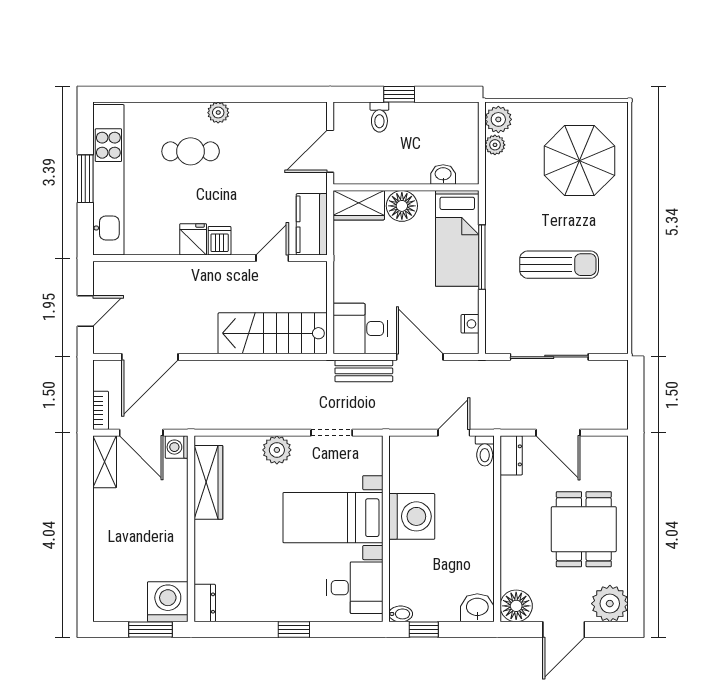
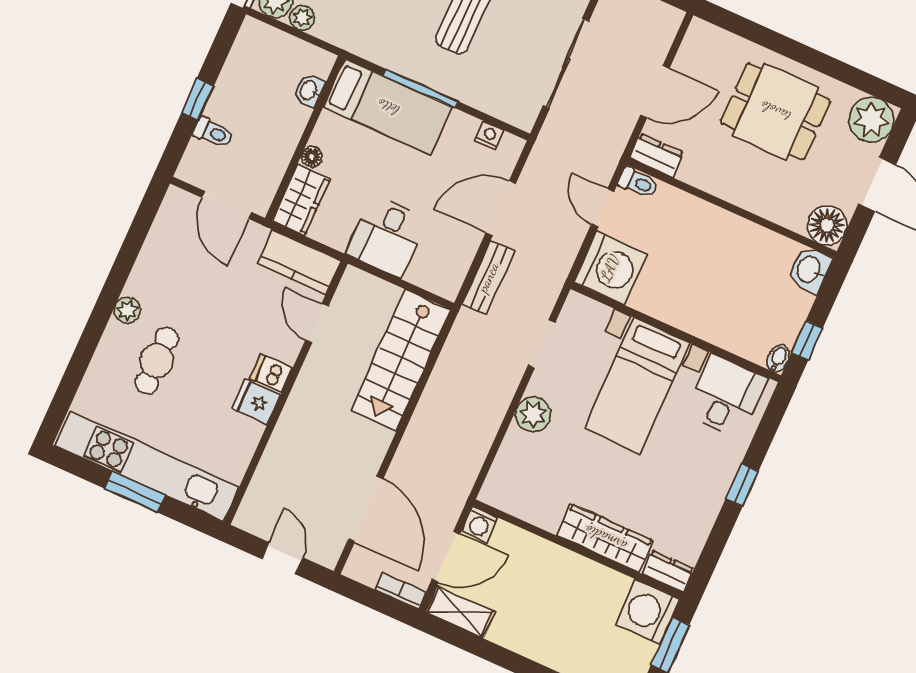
floor lamp: (402, 206) -> (312, 157), width x0.53, depth x0.53
desk: (360, 328) -> (387, 236), moved
wardrobe: (208, 482) -> (605, 538), moved
washing machine: (412, 516) -> (610, 268), moved, turned 90

